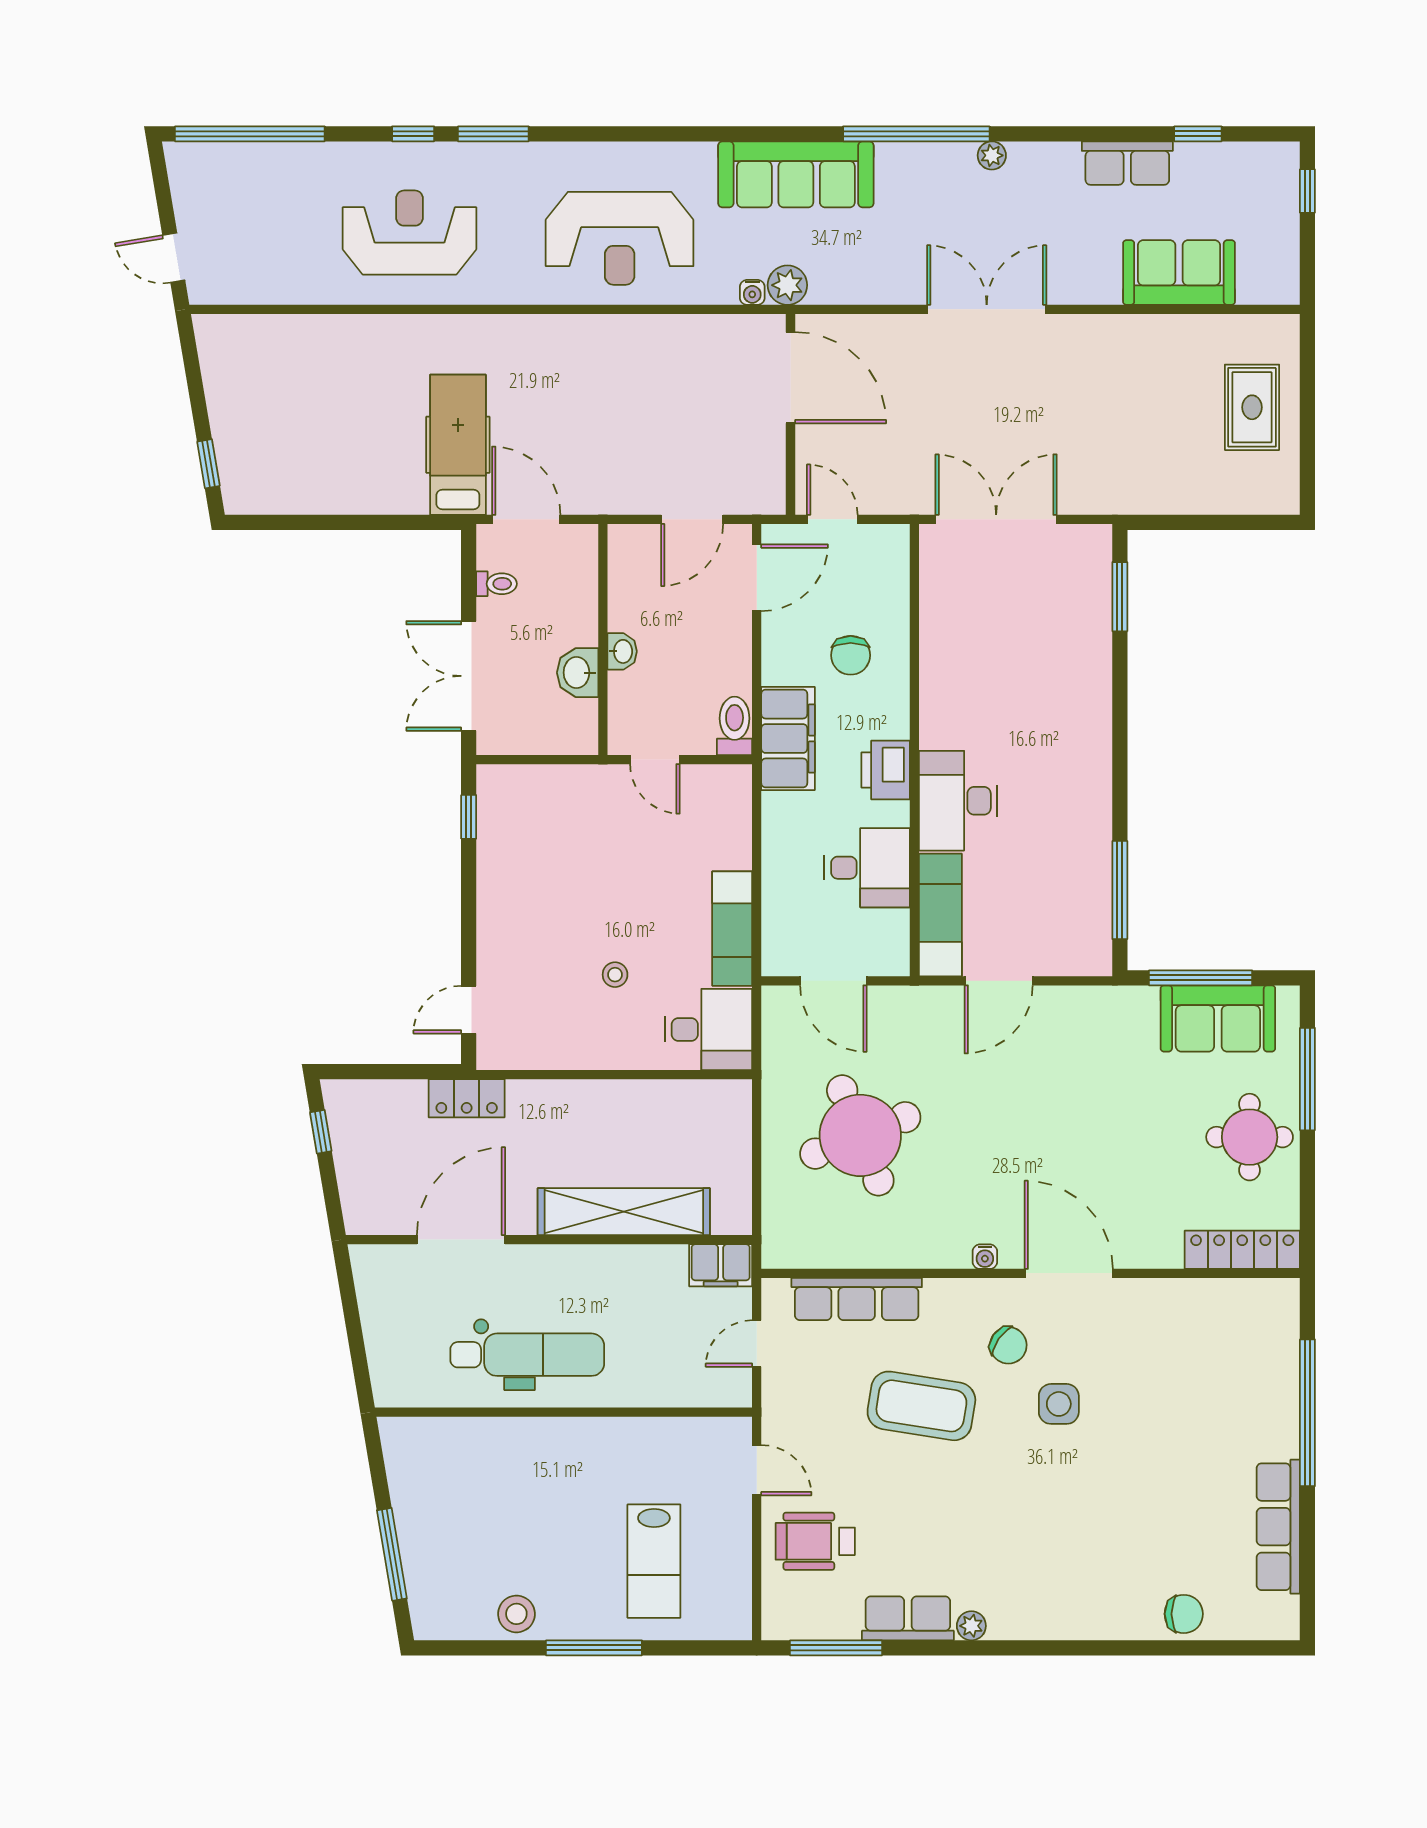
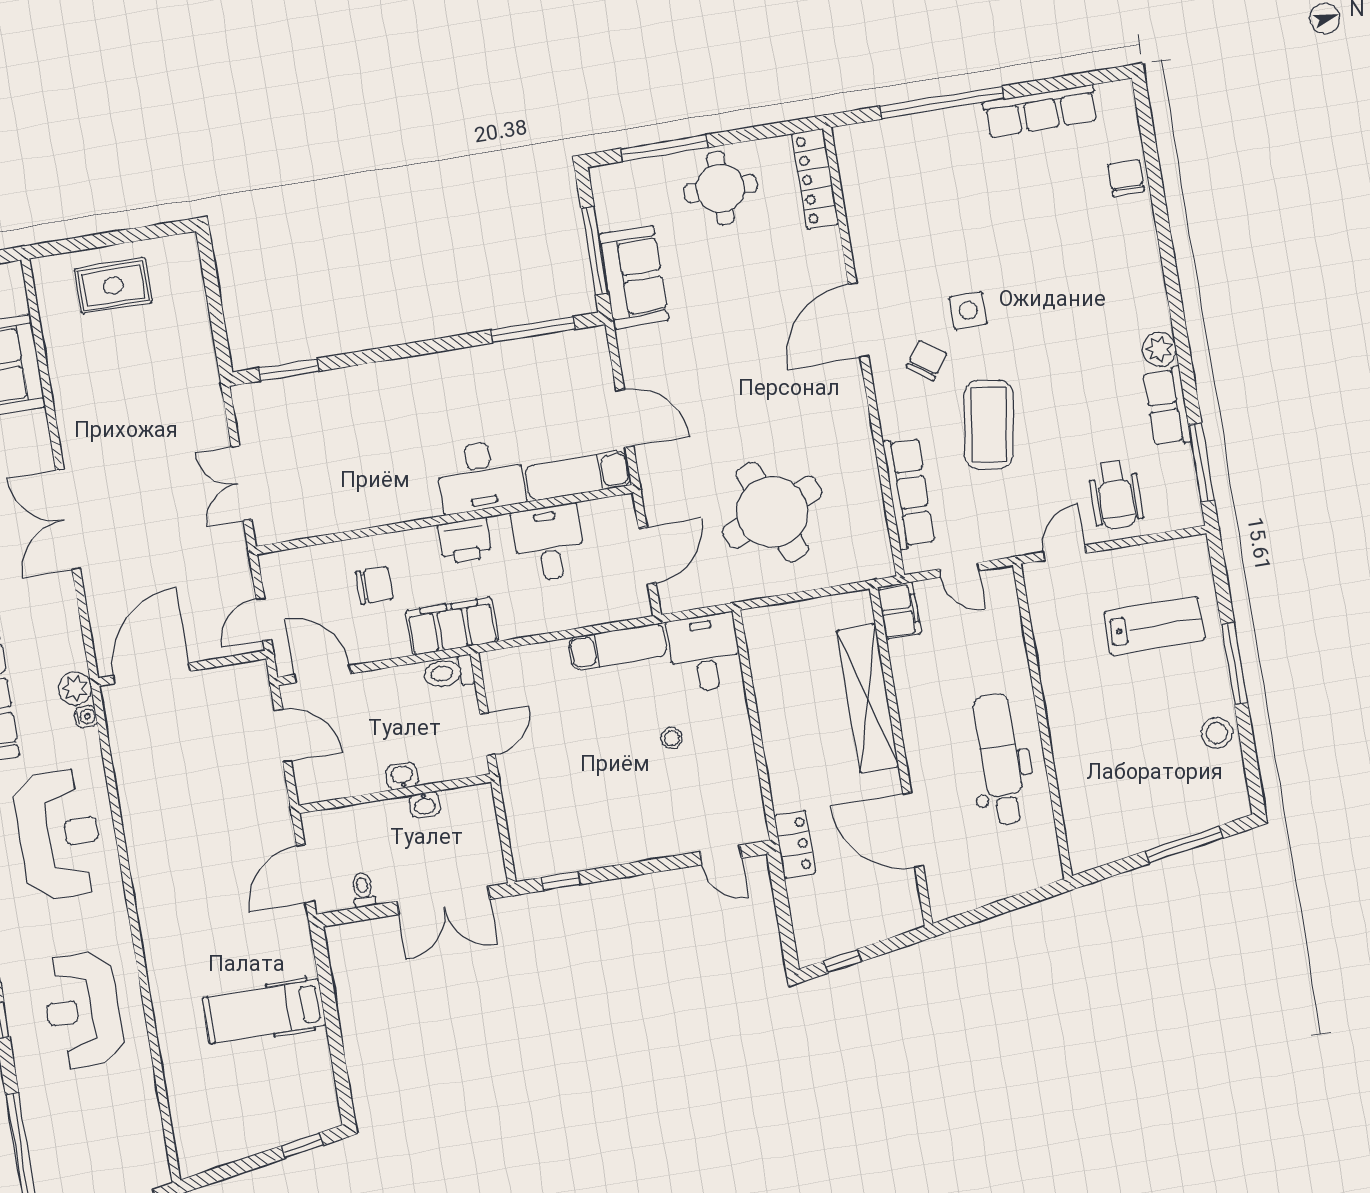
hospital bed: (458, 445) -> (264, 1011), moved
double door: (996, 519) -> (241, 483), width x0.73
washbasin: (578, 673) -> (425, 805), width x0.72, depth x0.69
sofa: (1218, 1018) -> (634, 277), moved
water cooler: (985, 1257) -> (856, 392), removed
plant: (971, 1626) -> (1159, 349), width x1.38, depth x1.38

